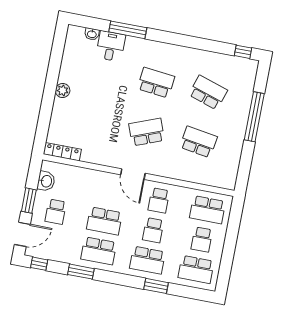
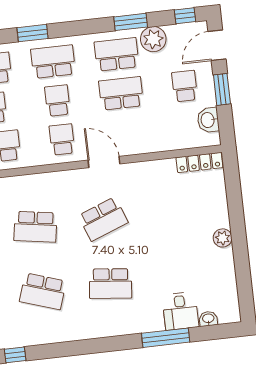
plant: (68, 254) -> (153, 39), added

